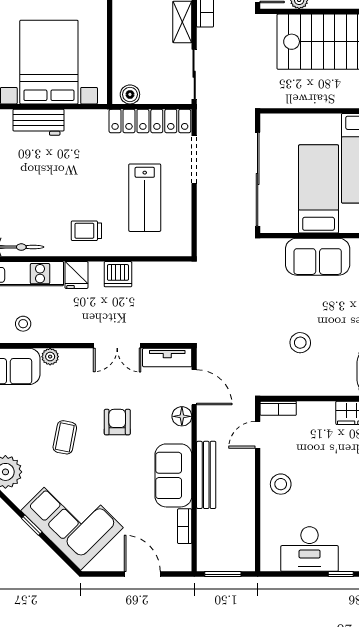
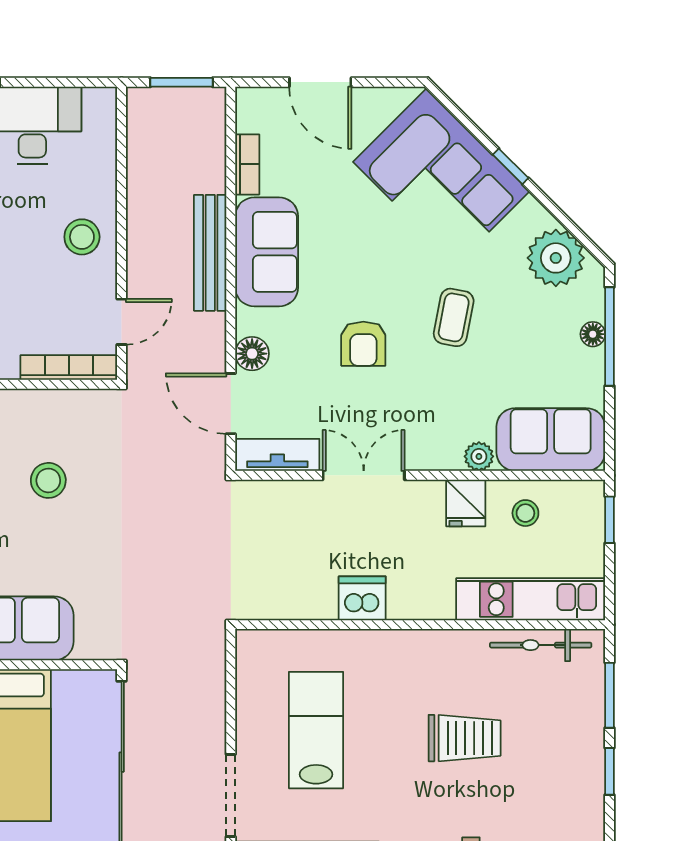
trolley: (86, 231) -> (465, 738), moved, width x1.36, depth x1.39
fridge: (76, 275) -> (466, 503), moved, turned 180
bookcase: (278, 408) -> (69, 368), width x1.56

